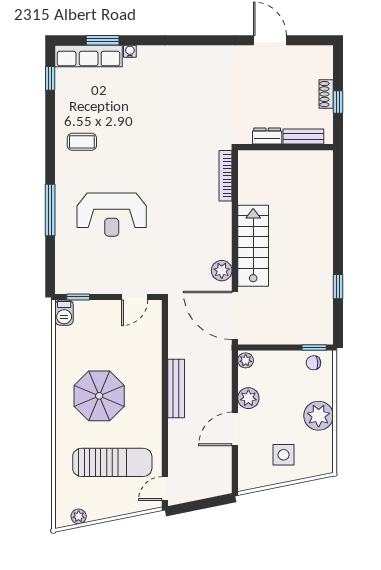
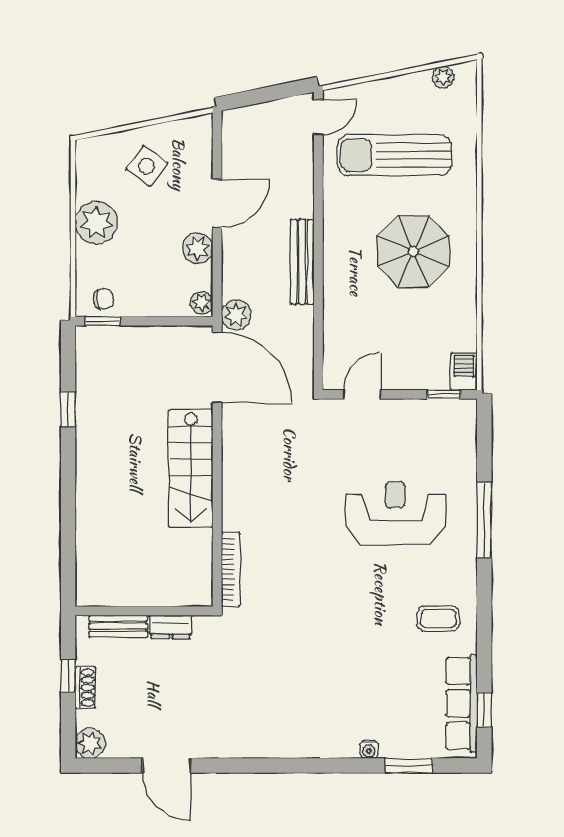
plant: (323, 55) -> (90, 743), added
row of seats: (89, 56) -> (462, 704), moved, turned -90
plant: (222, 271) -> (236, 315), moved
side table: (284, 455) -> (147, 166), turned 36

